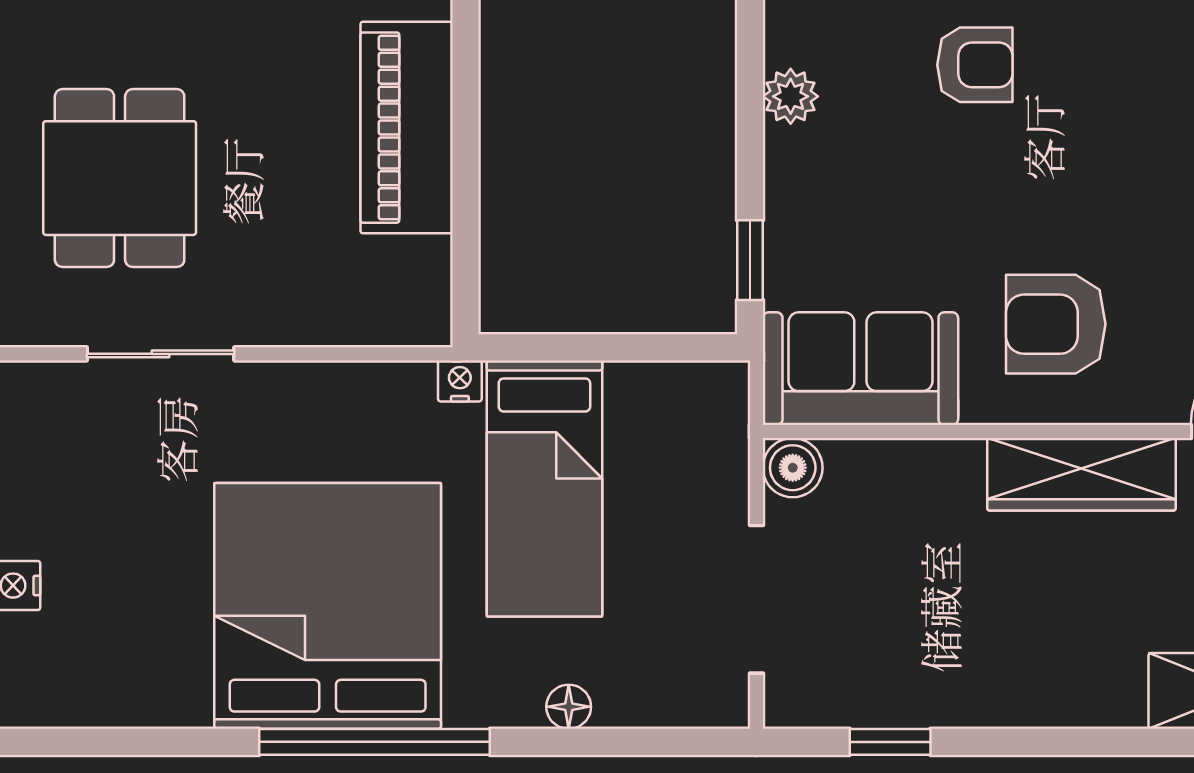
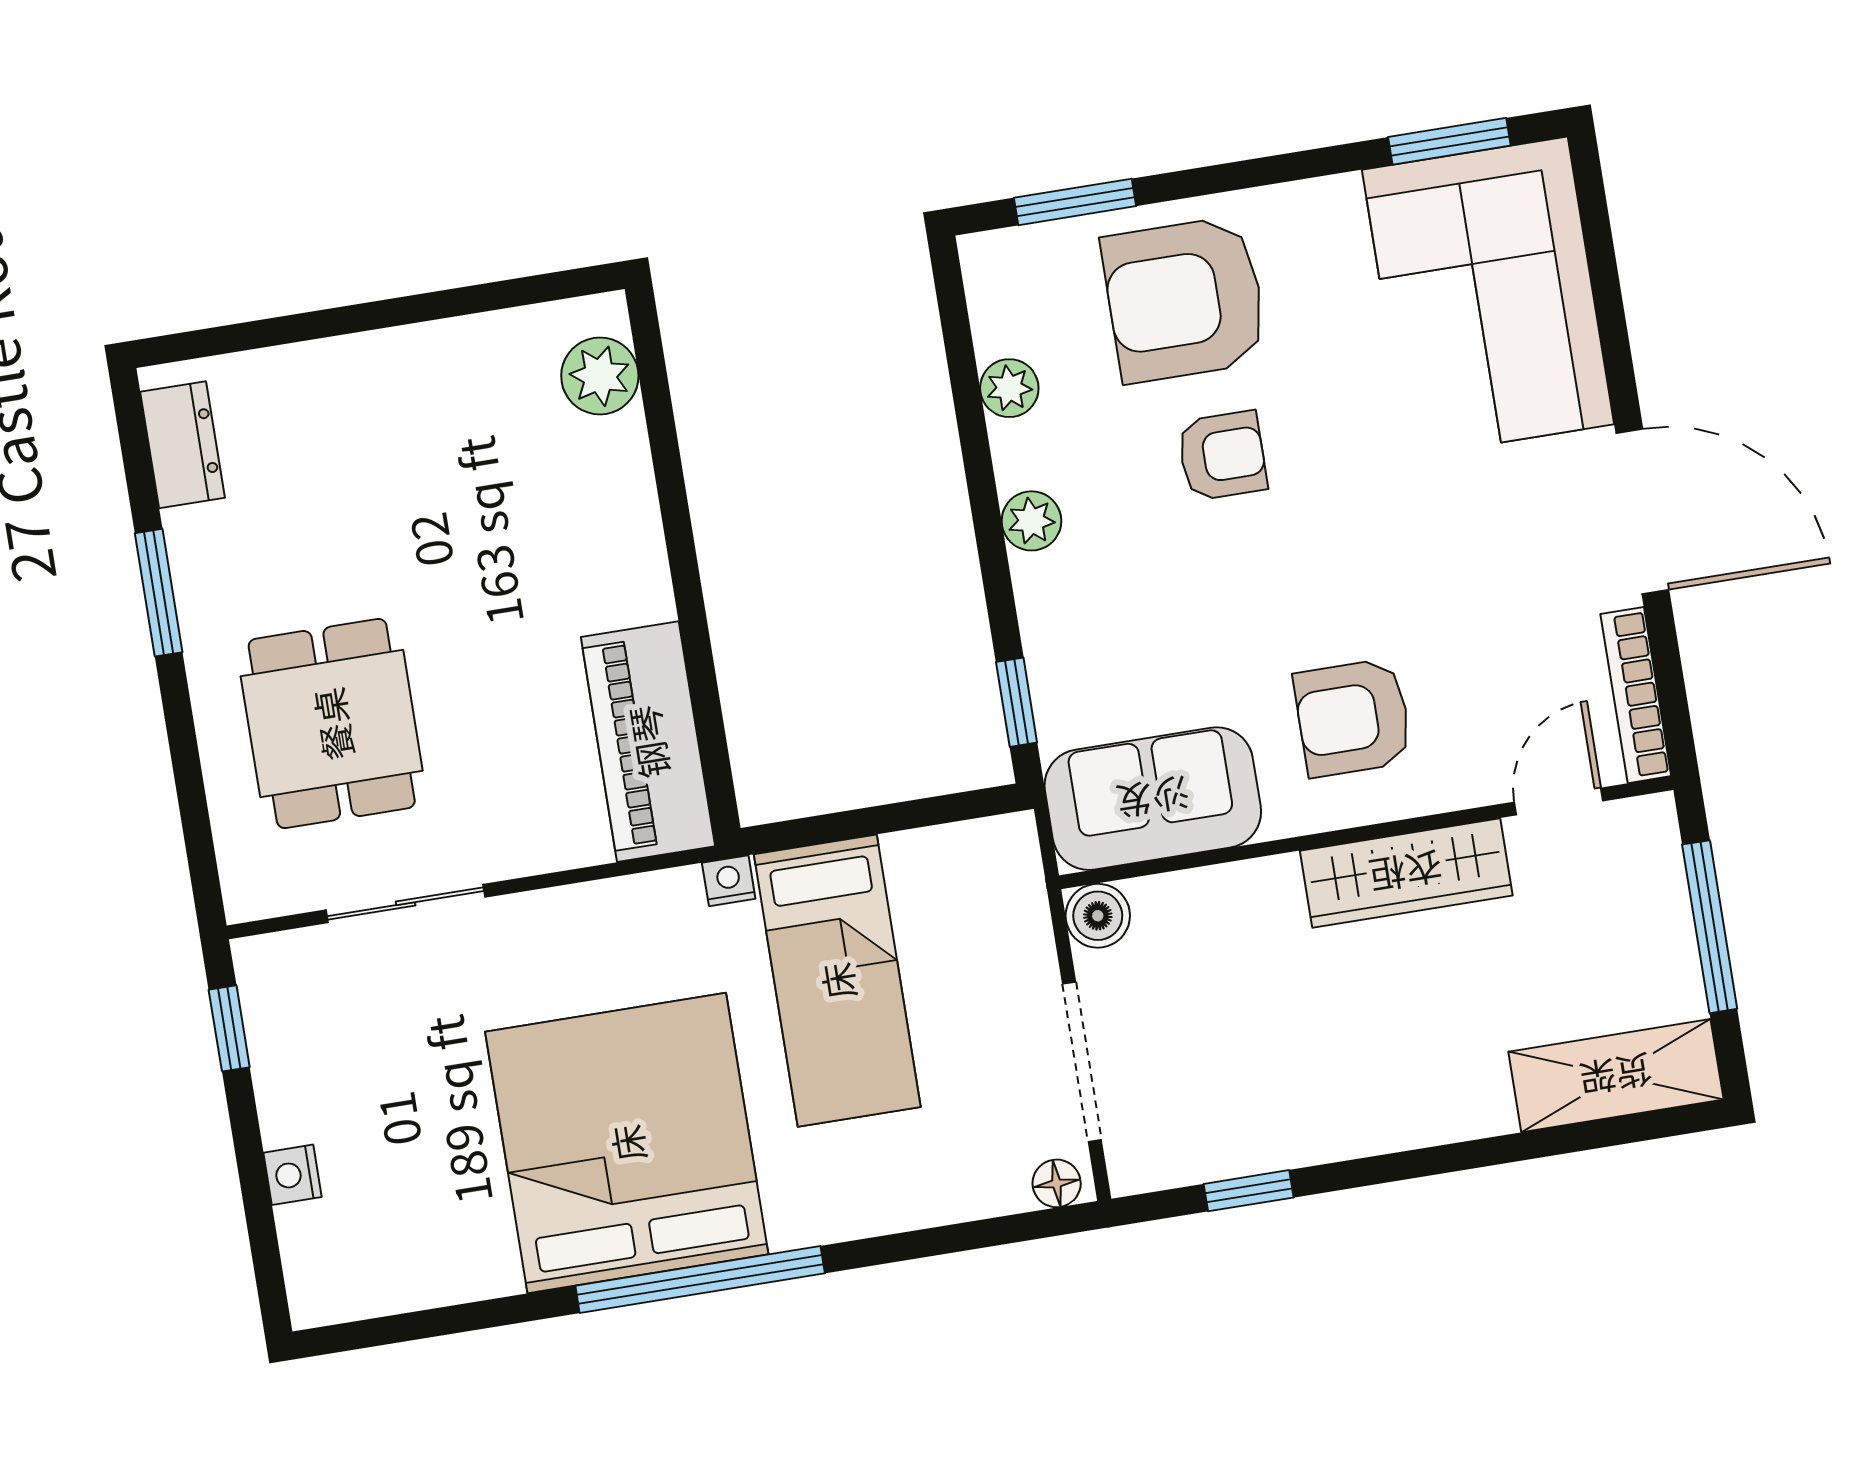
piano: (407, 128) -> (648, 742), moved
floor lamp: (569, 707) -> (1057, 1183), moved

